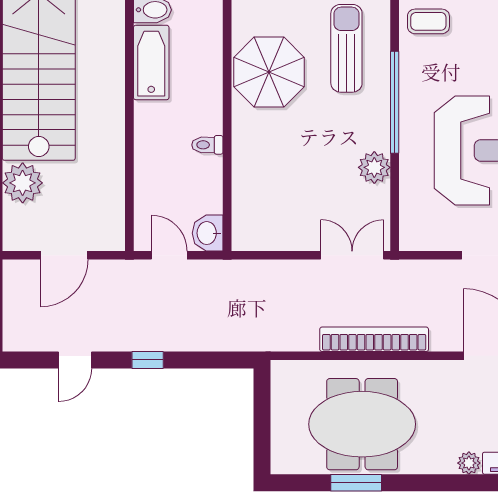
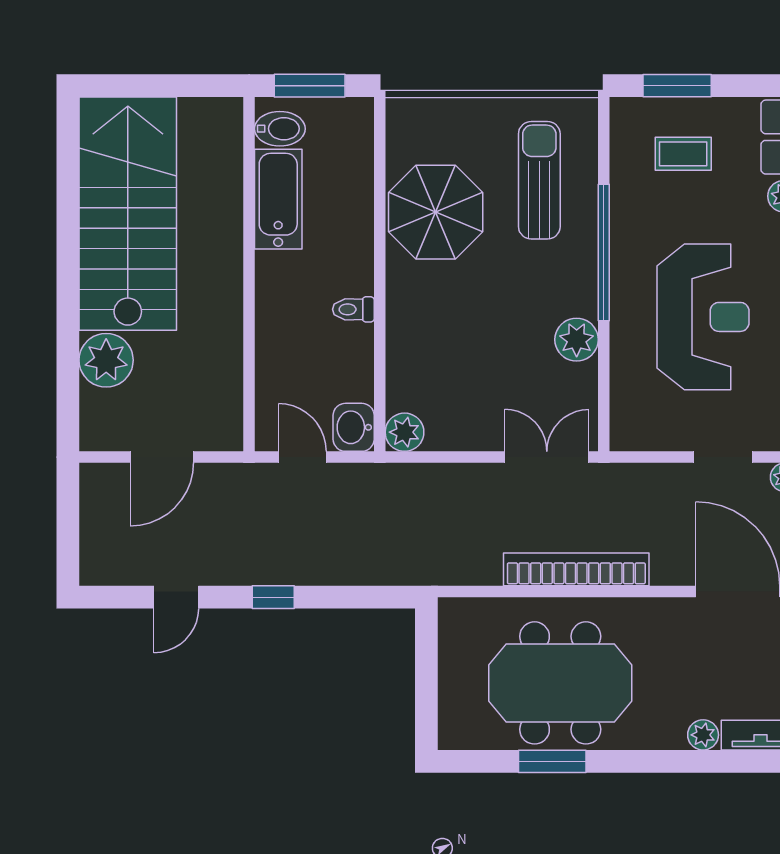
coffee table: (428, 21) -> (683, 154), moved
plant: (246, 237) -> (405, 432), added

